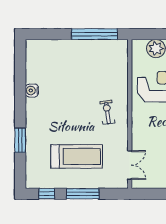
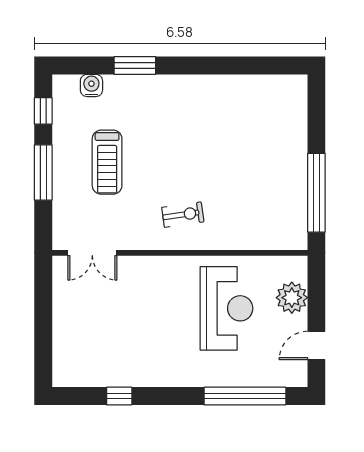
water cooler: (32, 91) -> (91, 85), moved
treadmill: (77, 156) -> (107, 162), width x0.73, depth x0.73

